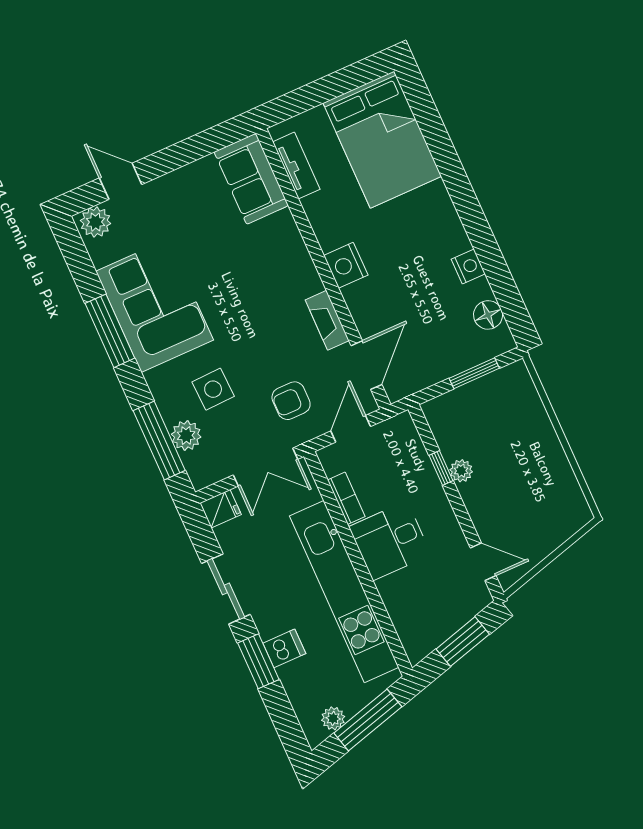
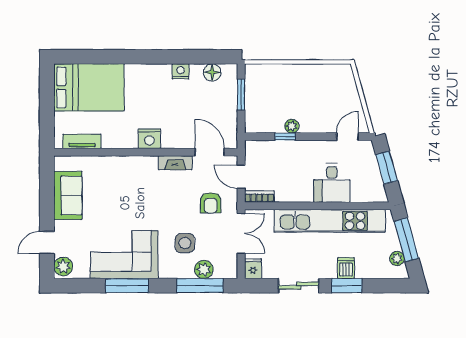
sofa: (251, 179) -> (68, 195), moved, turned -90
bookcase: (346, 498) -> (259, 196), moved
desk: (390, 541) -> (332, 183), moved

